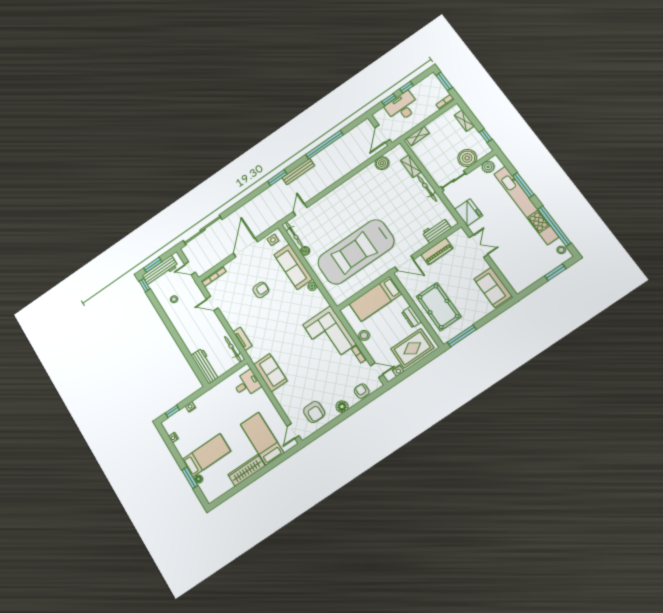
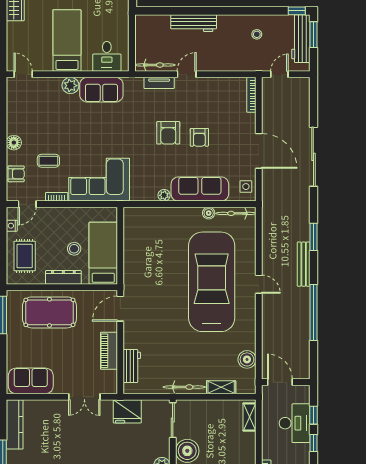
door: (300, 210) -> (259, 284), moved
sliding door: (203, 230) -> (313, 157), moved
car: (356, 252) -> (212, 282), moved
kitchen counter: (530, 278) -> (15, 424), added
door: (212, 303) -> (187, 74), moved
dresser: (411, 317) -> (63, 277), width x1.44
stool: (364, 335) -> (74, 249), moved
rug: (412, 348) -> (25, 256), width x0.73, depth x0.70
workbench: (205, 366) -> (194, 23), moved
coffee table: (339, 376) -> (48, 161), added
plant: (281, 395) -> (70, 86), added
armchair: (314, 412) -> (168, 133), moved, turned -90
bed: (262, 439) -> (67, 41), moved, turned -90

